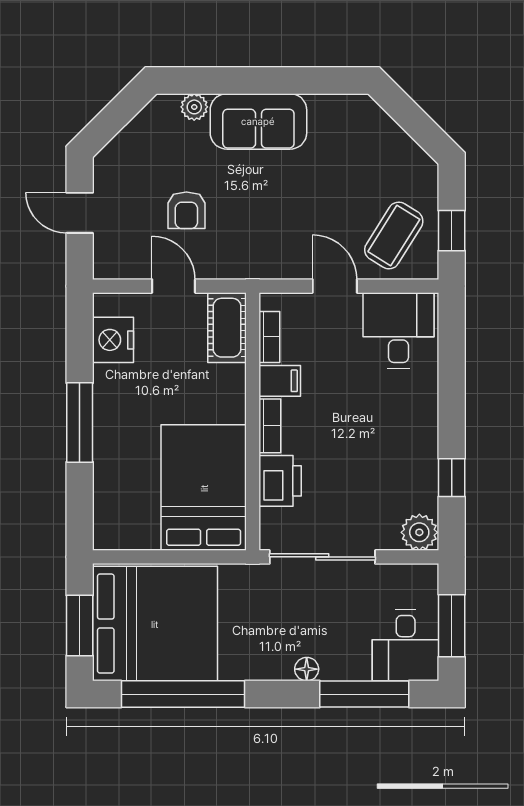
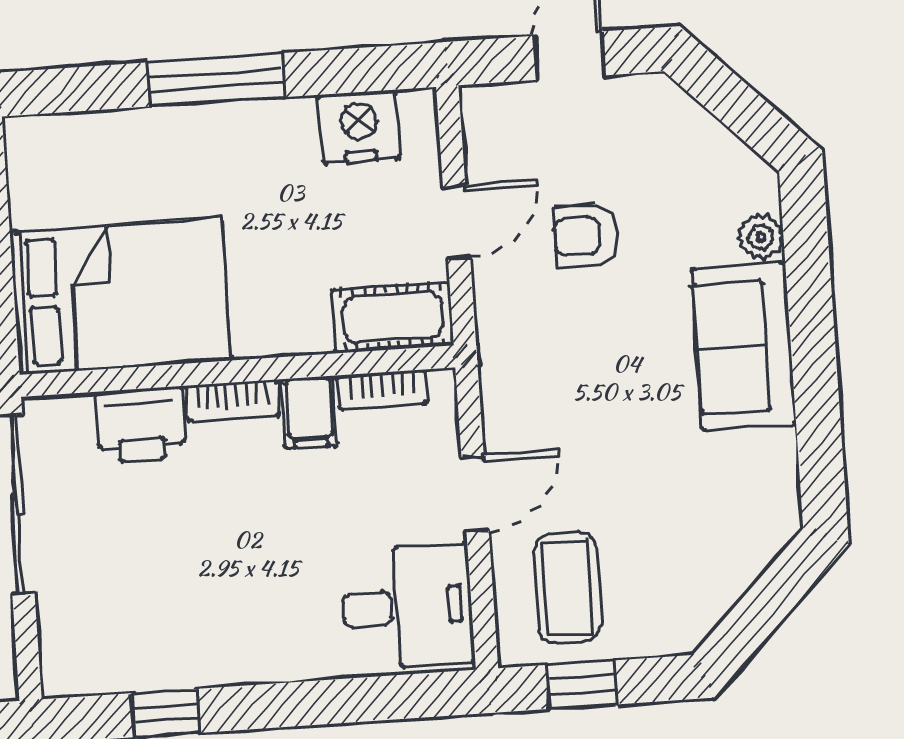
coffee table: (394, 235) -> (567, 588), turned 58
plant: (419, 532) -> (70, 665), removed

